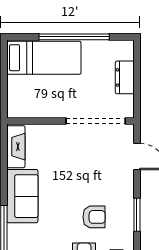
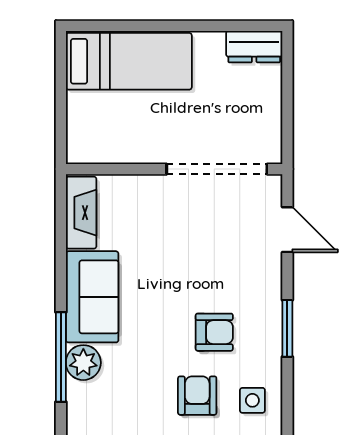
window: (74, 37) -> (180, 26), removed
dresser: (125, 77) -> (254, 47), moved, turned -90
plant: (17, 235) -> (83, 363), added

